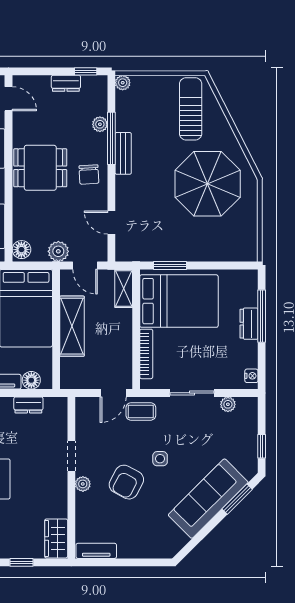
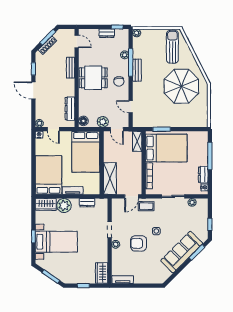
dresser: (249, 324) -> (203, 175), moved
shelving: (72, 326) -> (110, 178), moved
floor lamp: (31, 380) -> (88, 190), removed
armchair: (126, 482) -> (139, 243), turned 62

